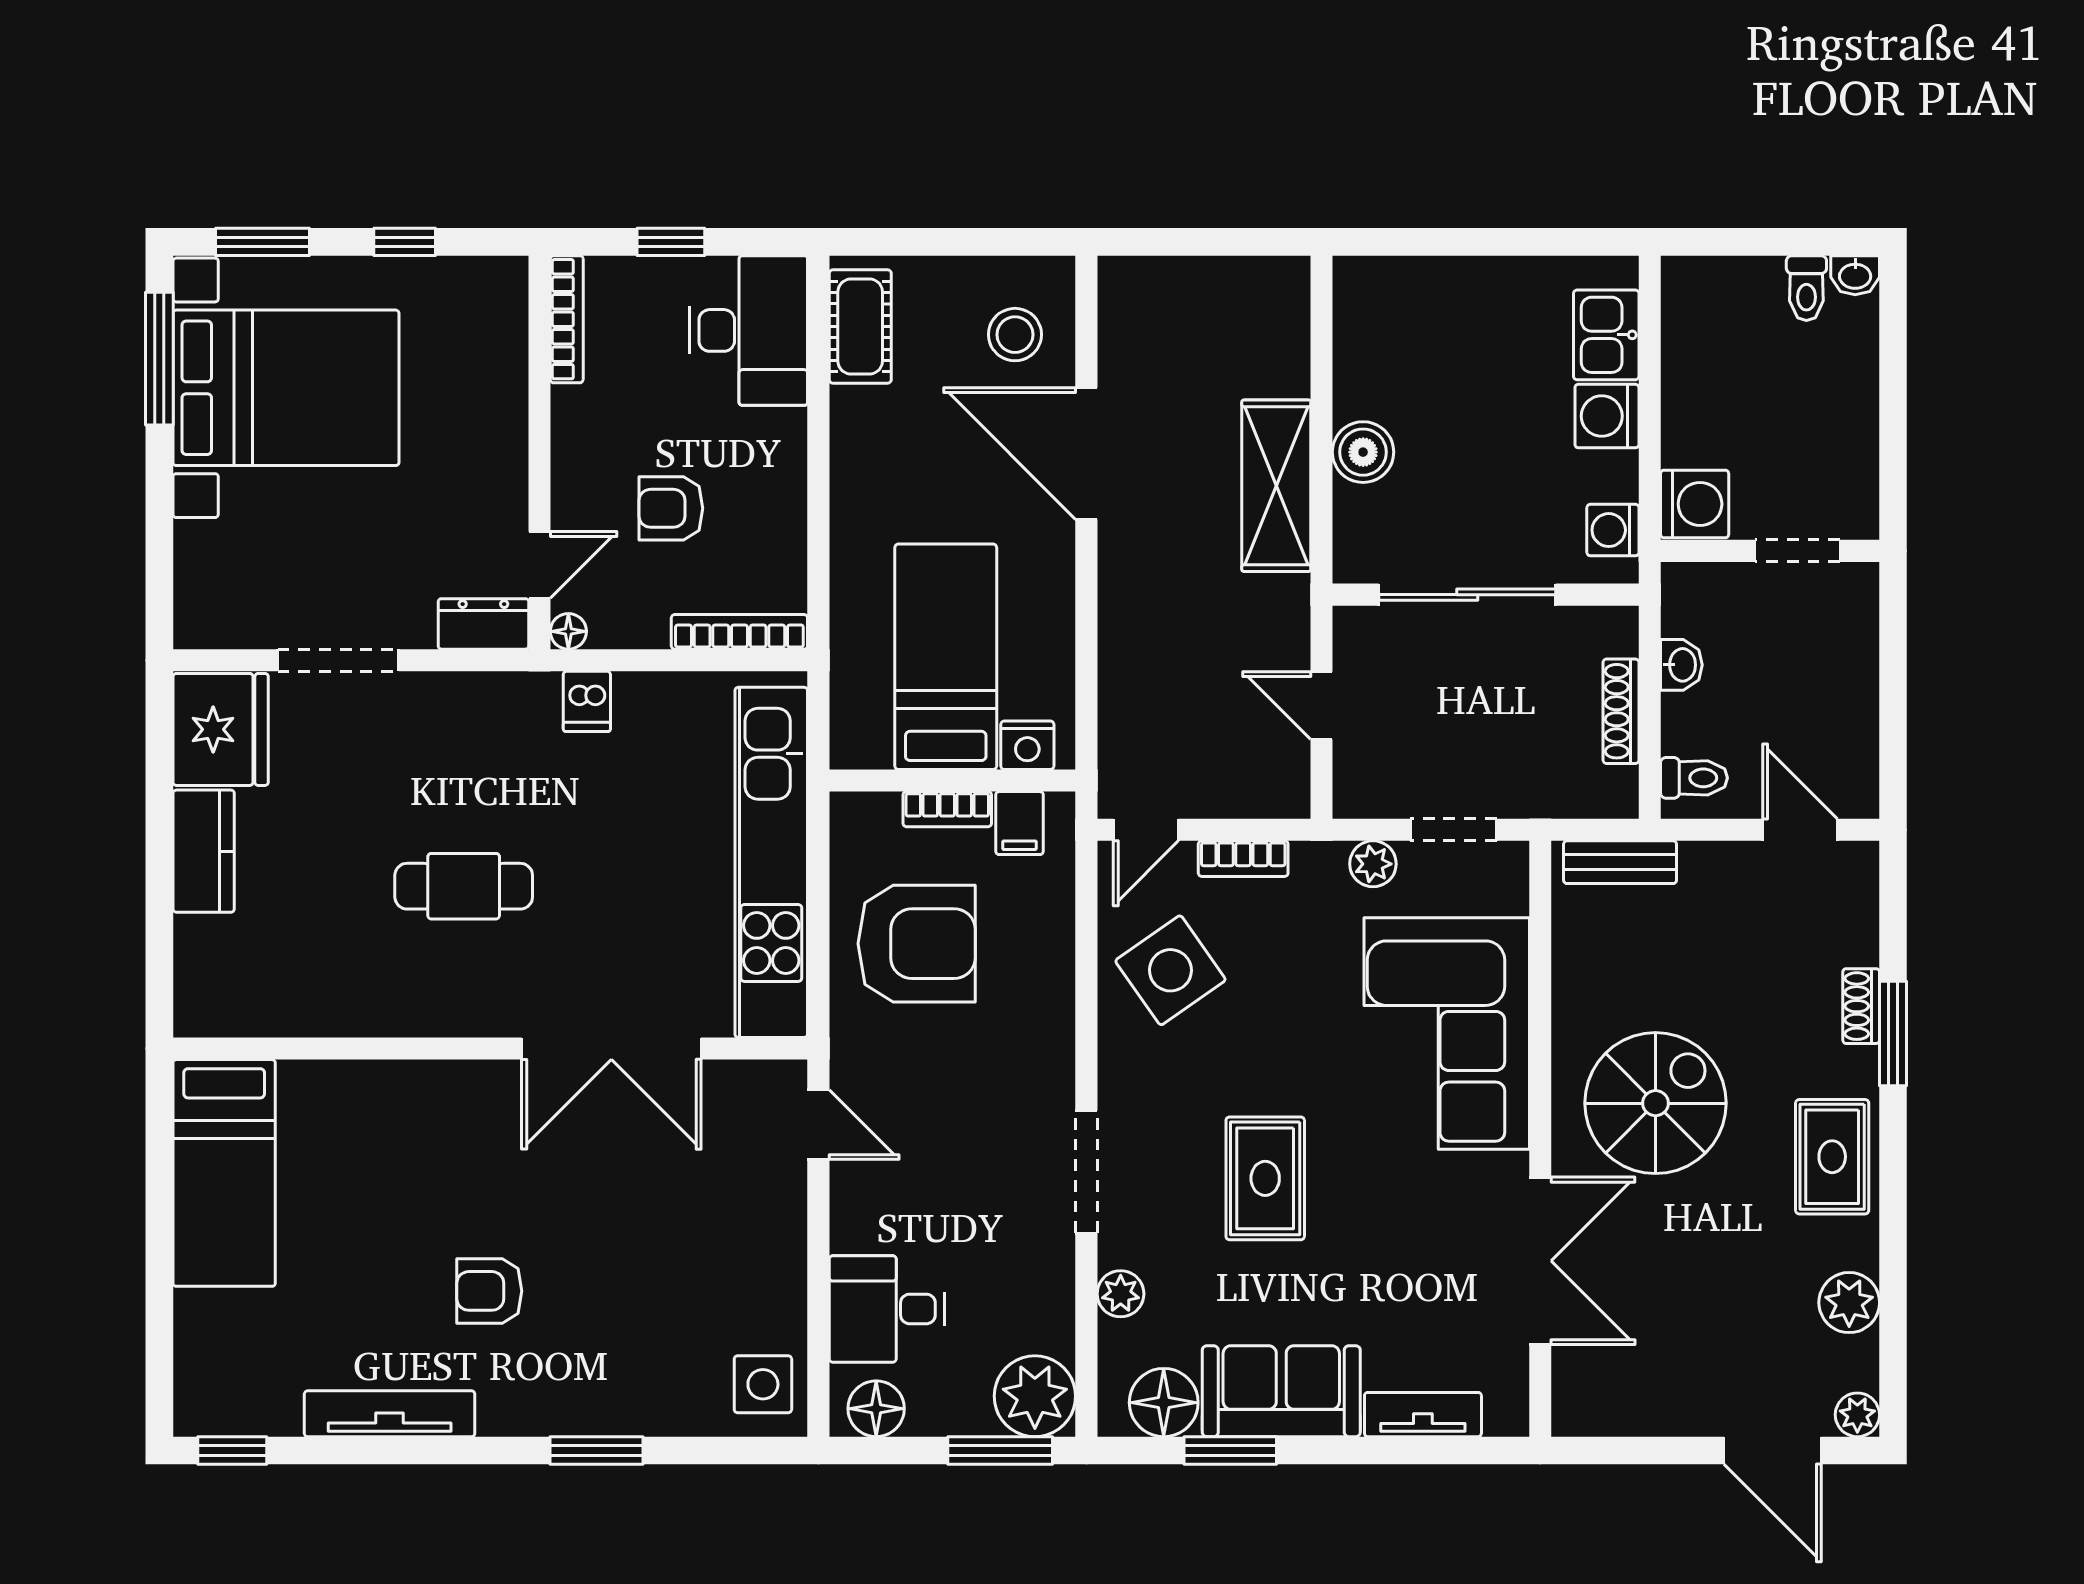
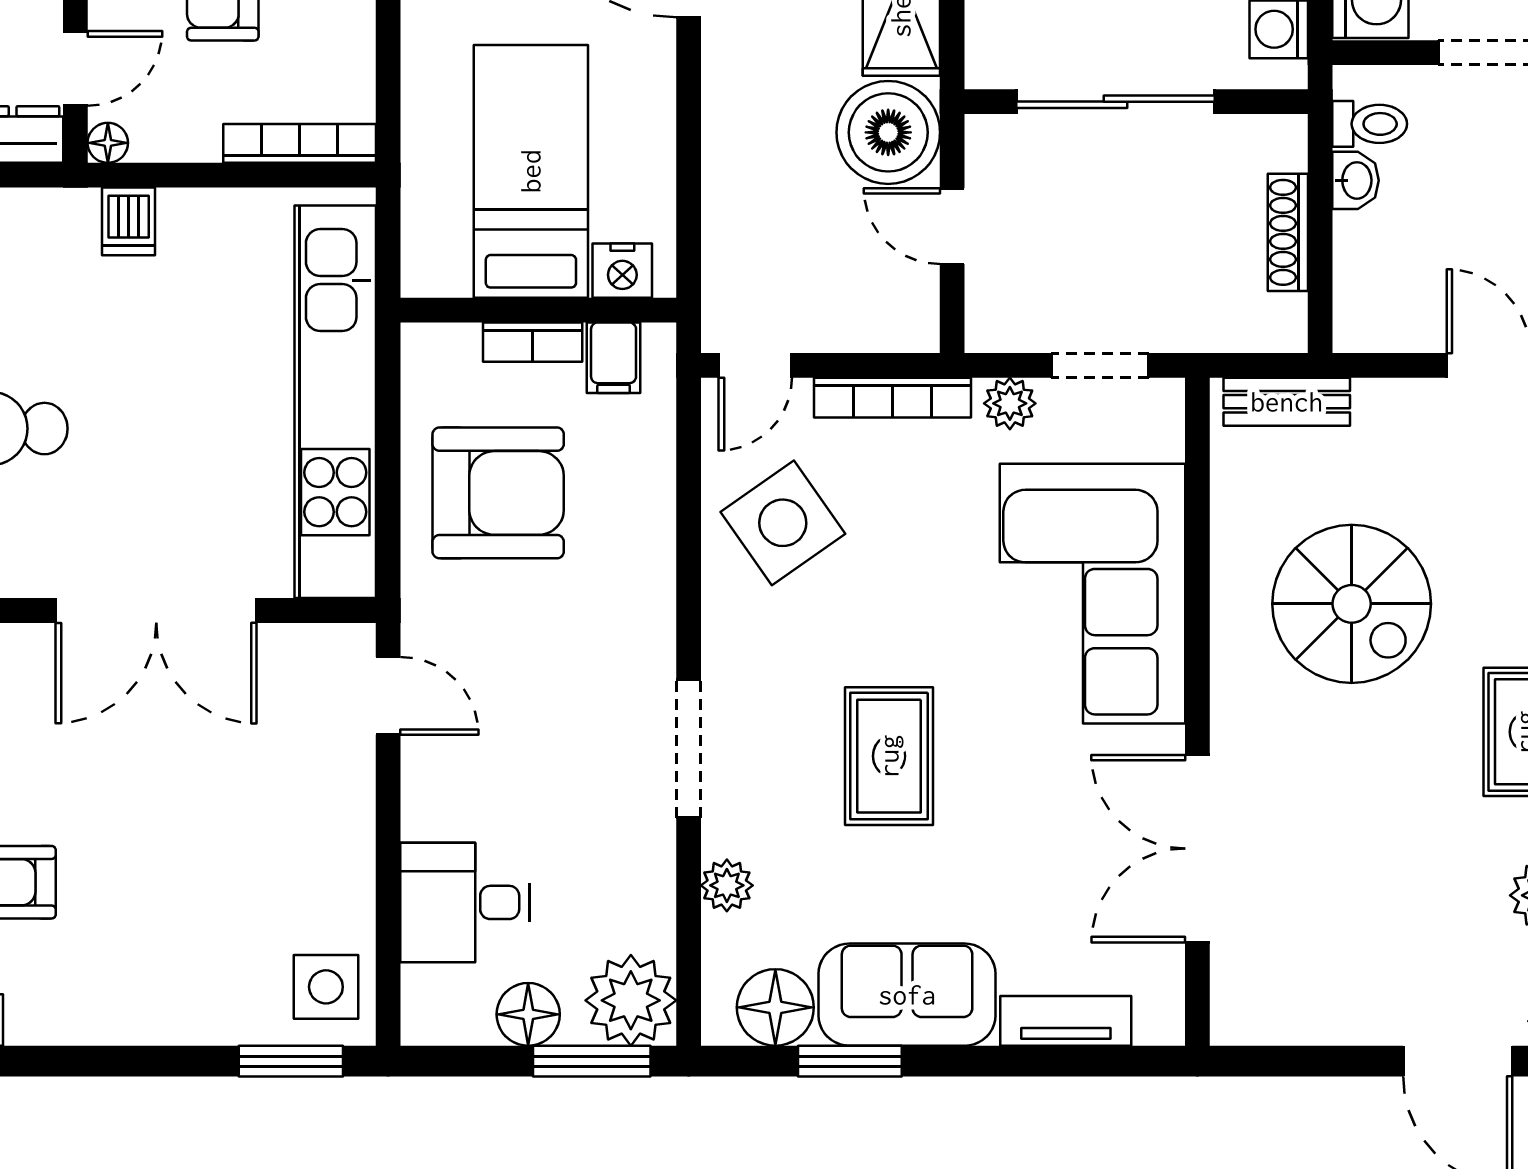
boiler: (1265, 622) -> (888, 132), added
toilet: (1694, 778) -> (1370, 124), moved
bookcase: (1243, 859) -> (893, 398), width x1.56
spiral stairs: (1655, 1103) -> (1352, 604), moved, turned 90
double door: (1540, 1261) -> (1197, 849), swing flipped
floor lamp: (876, 1409) -> (528, 1014), moved
window: (596, 1450) -> (291, 1061), moved

